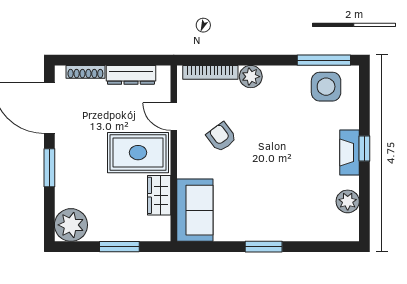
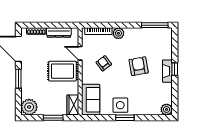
side table: (326, 87) -> (120, 105), moved
armchair: (291, 143) -> (139, 66), added
wardrobe: (159, 195) -> (73, 105), moved
plant: (348, 201) -> (167, 109), moved

